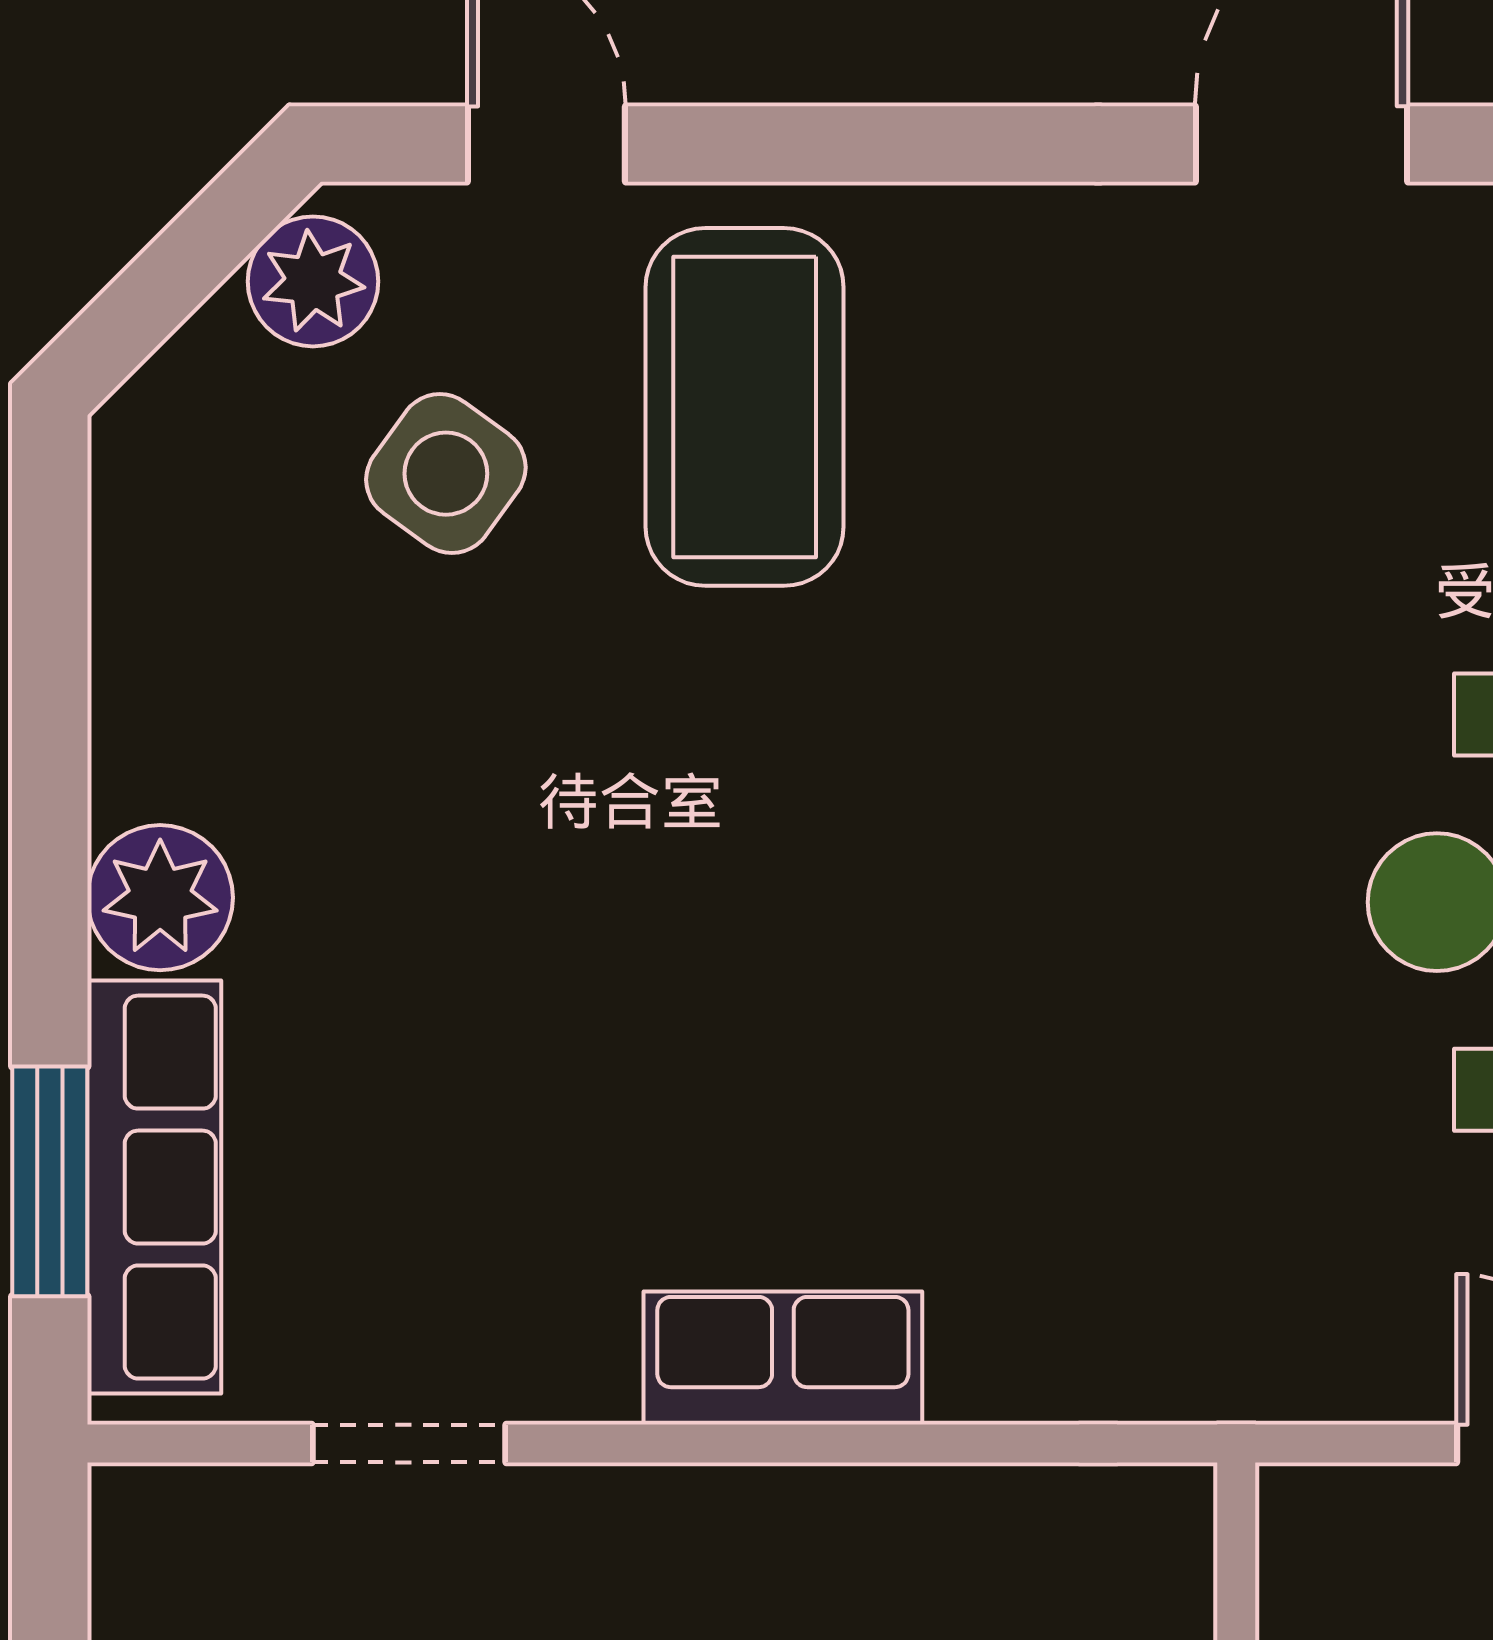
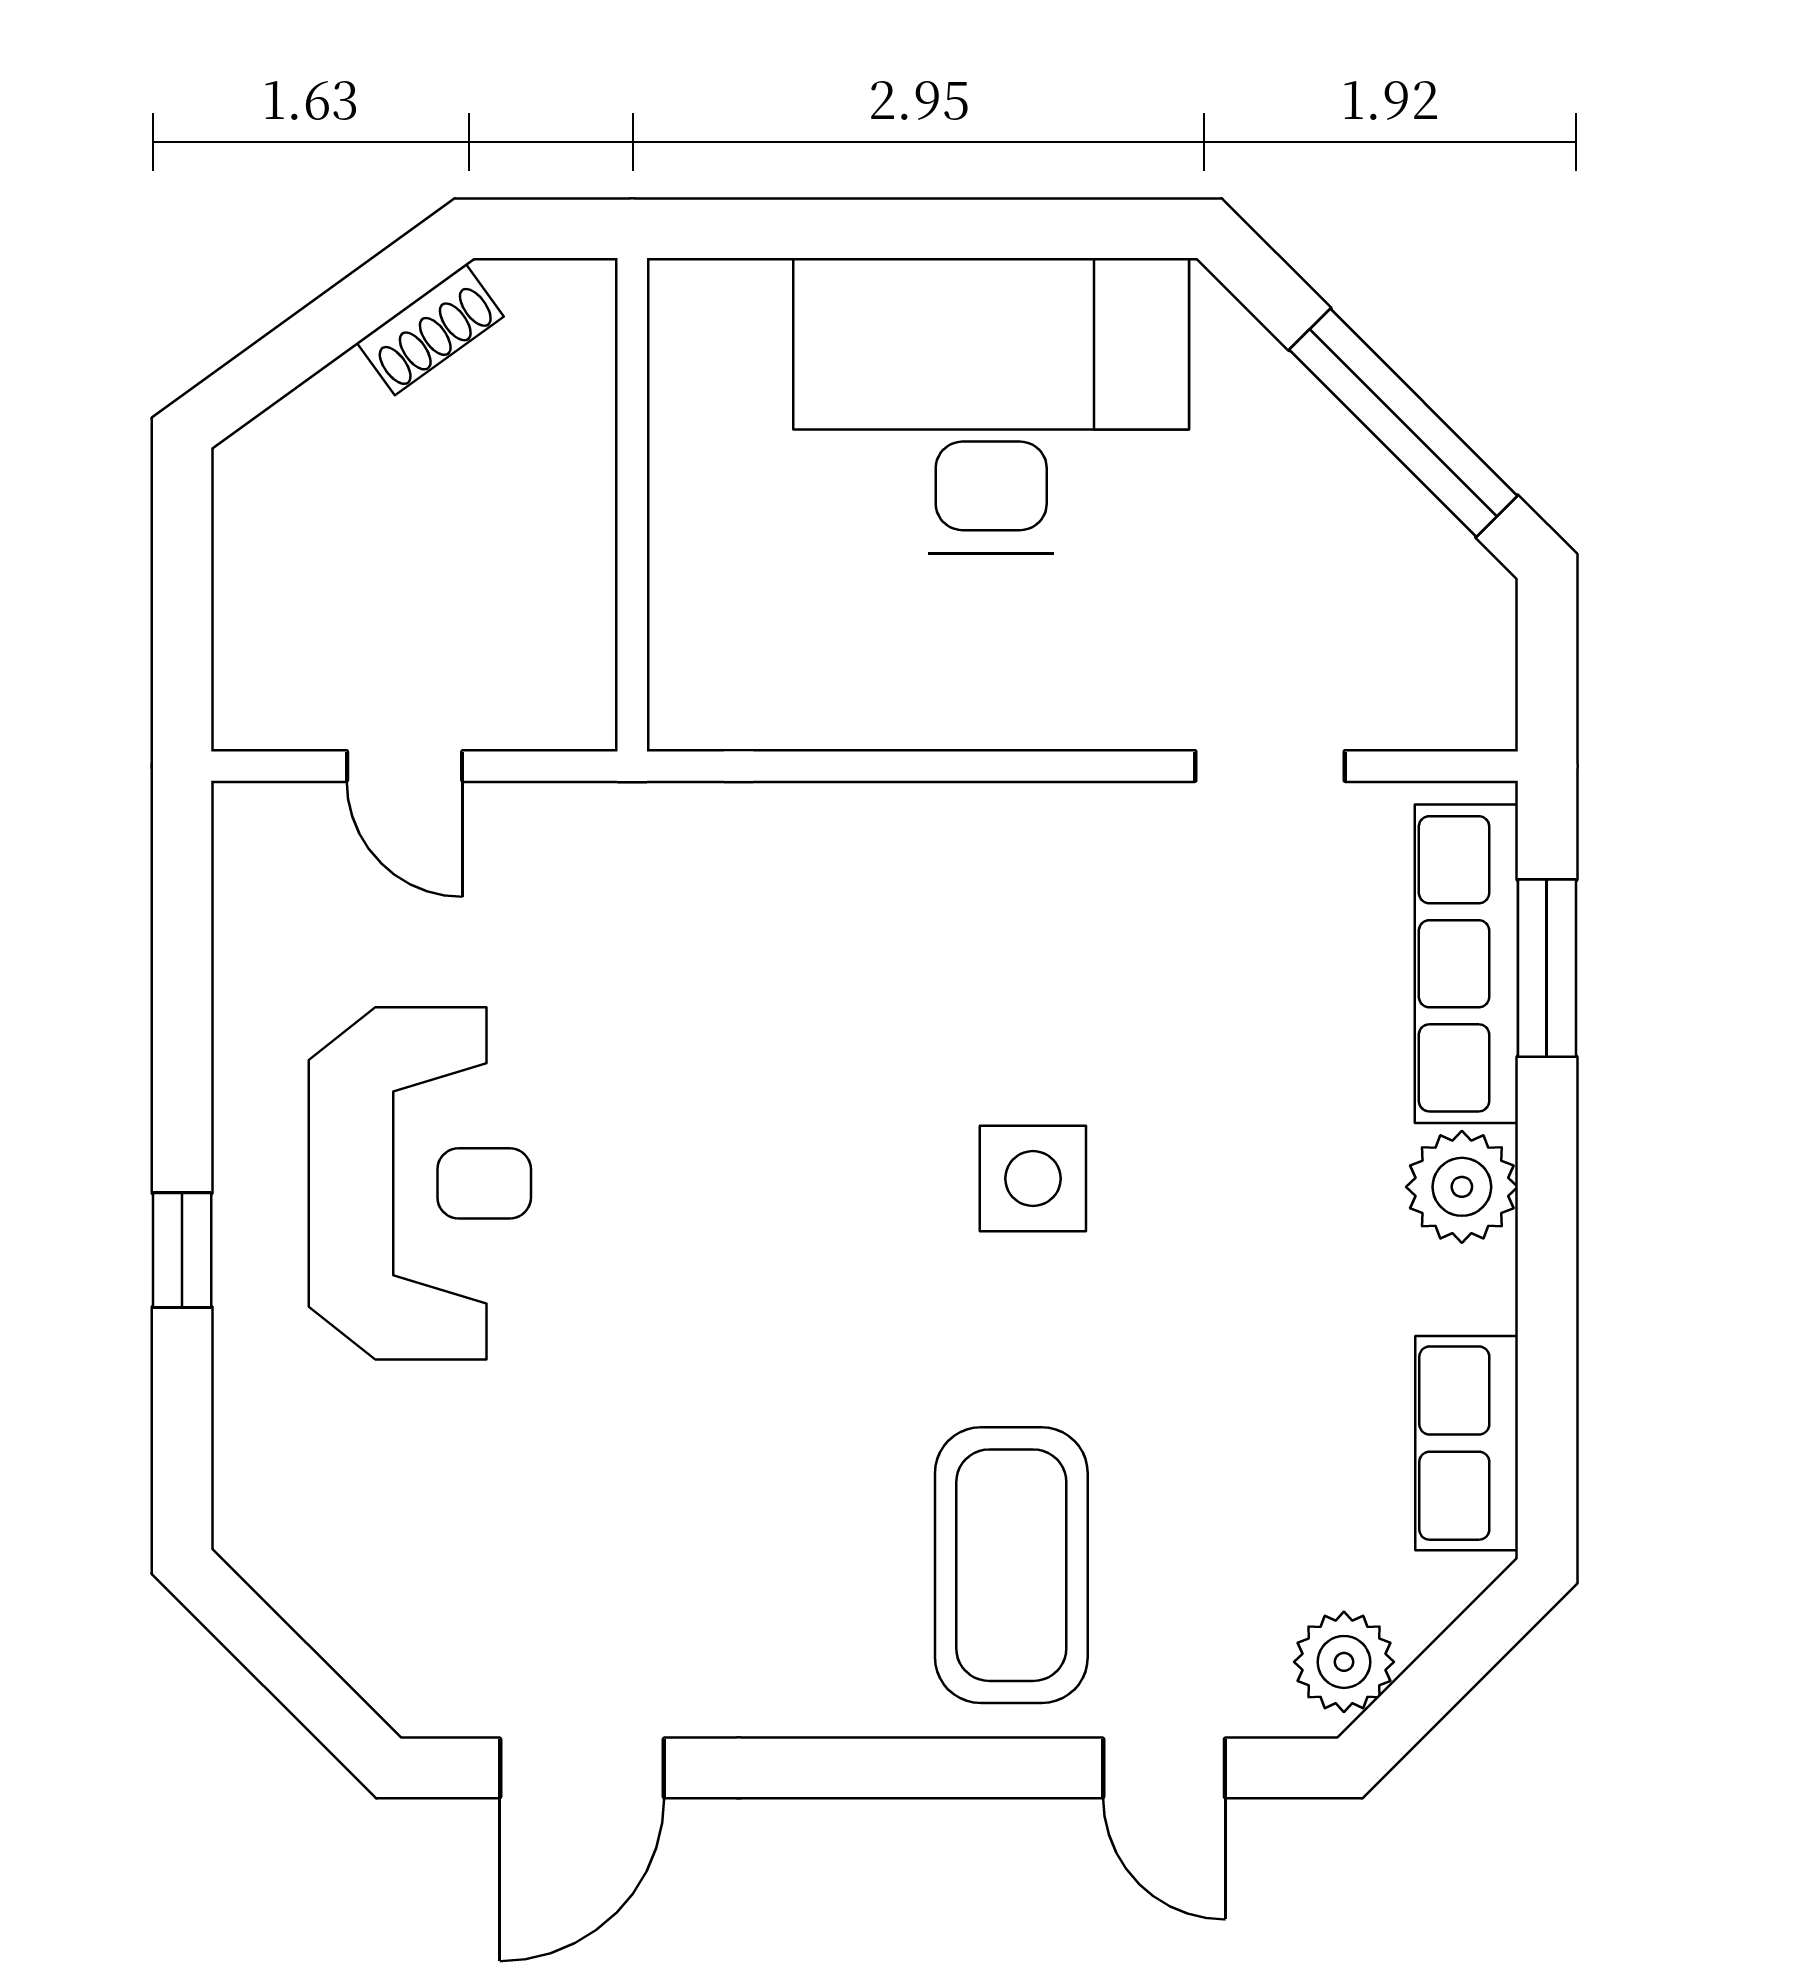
side table: (446, 474) -> (1033, 1179), moved, turned -36
row of seats: (783, 1358) -> (1467, 1443), moved, turned 90

